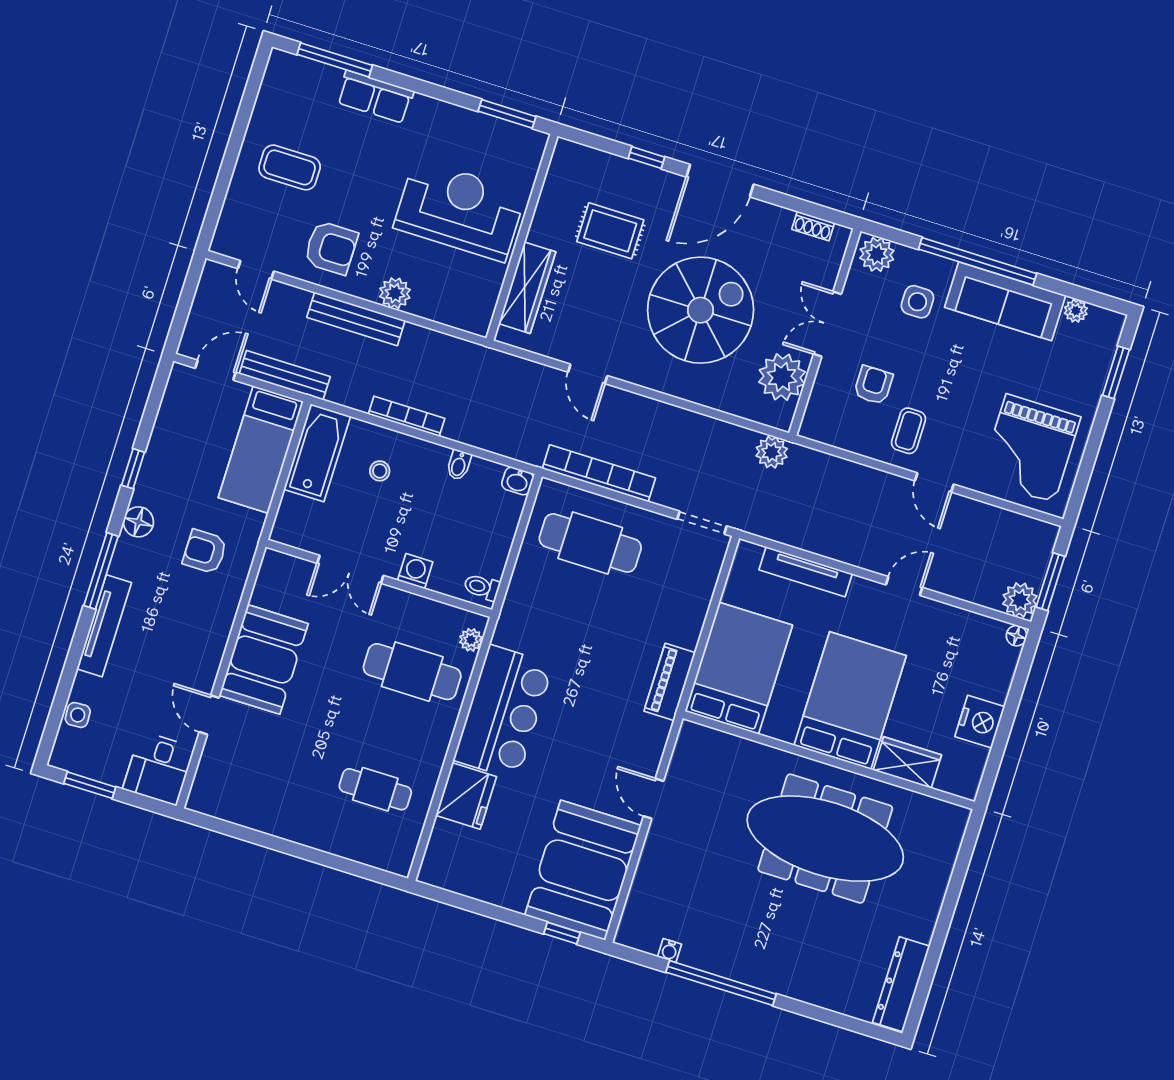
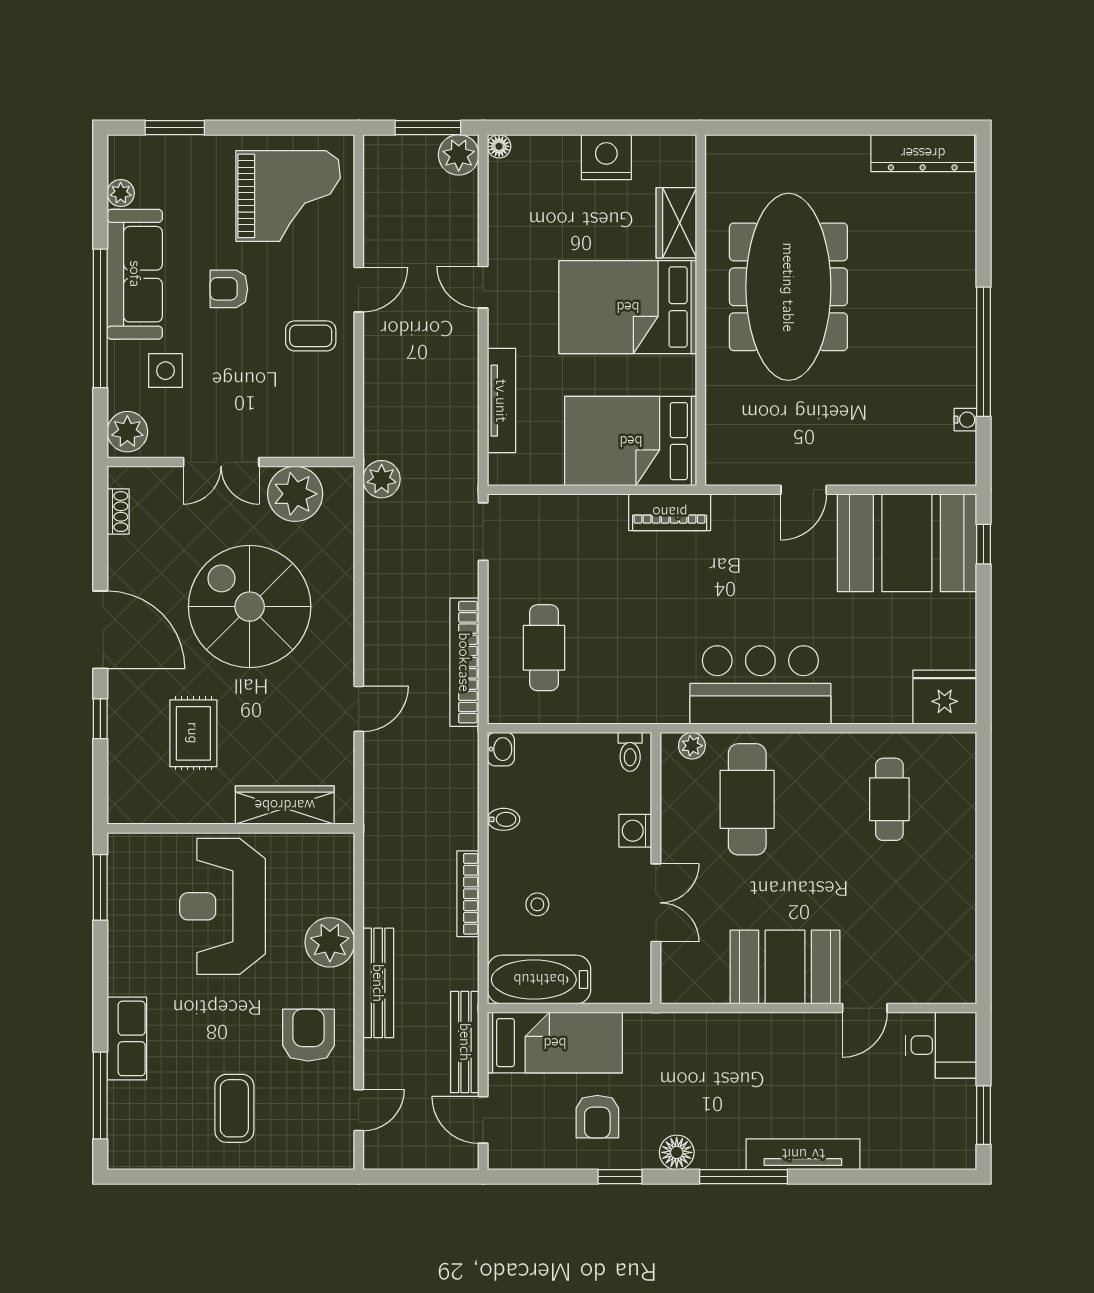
plant: (395, 293) -> (330, 942), width x1.36, depth x1.36
armchair: (873, 385) -> (229, 289), moved
cafe table: (590, 543) -> (544, 648), width x0.73, depth x0.74
armchair: (205, 552) -> (597, 1117), moved
side table: (78, 715) -> (910, 1153), removed
fridge: (466, 796) -> (945, 697), moved

